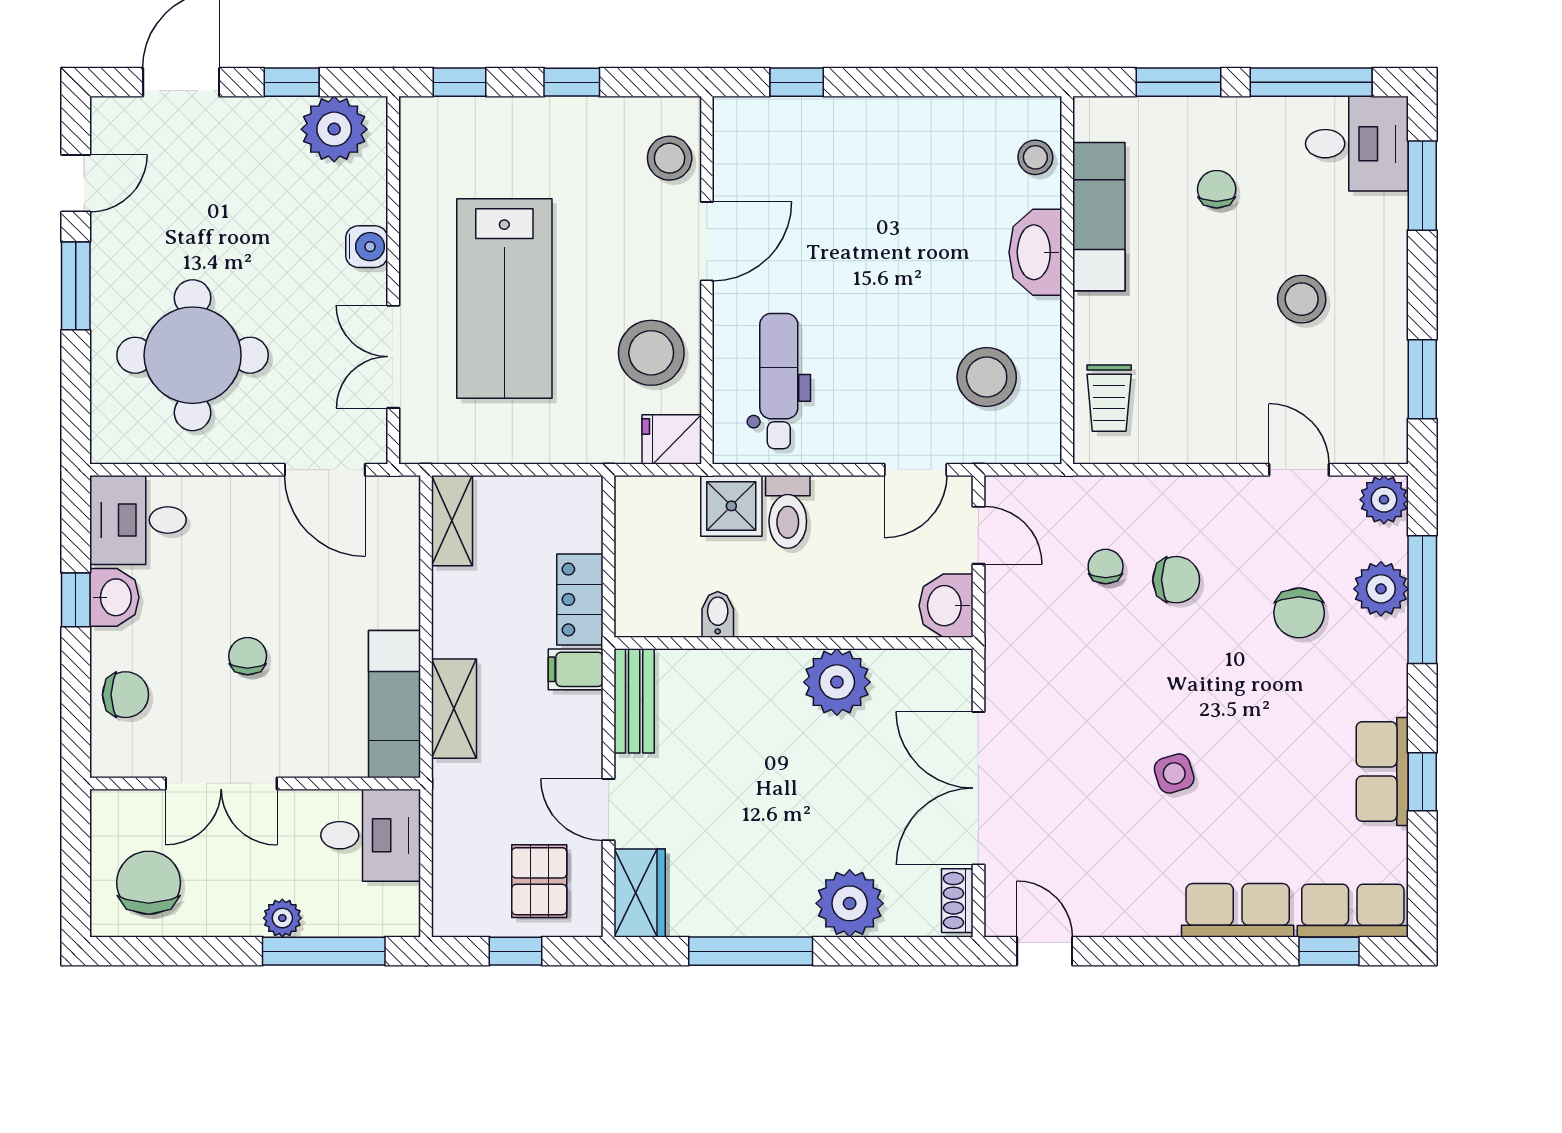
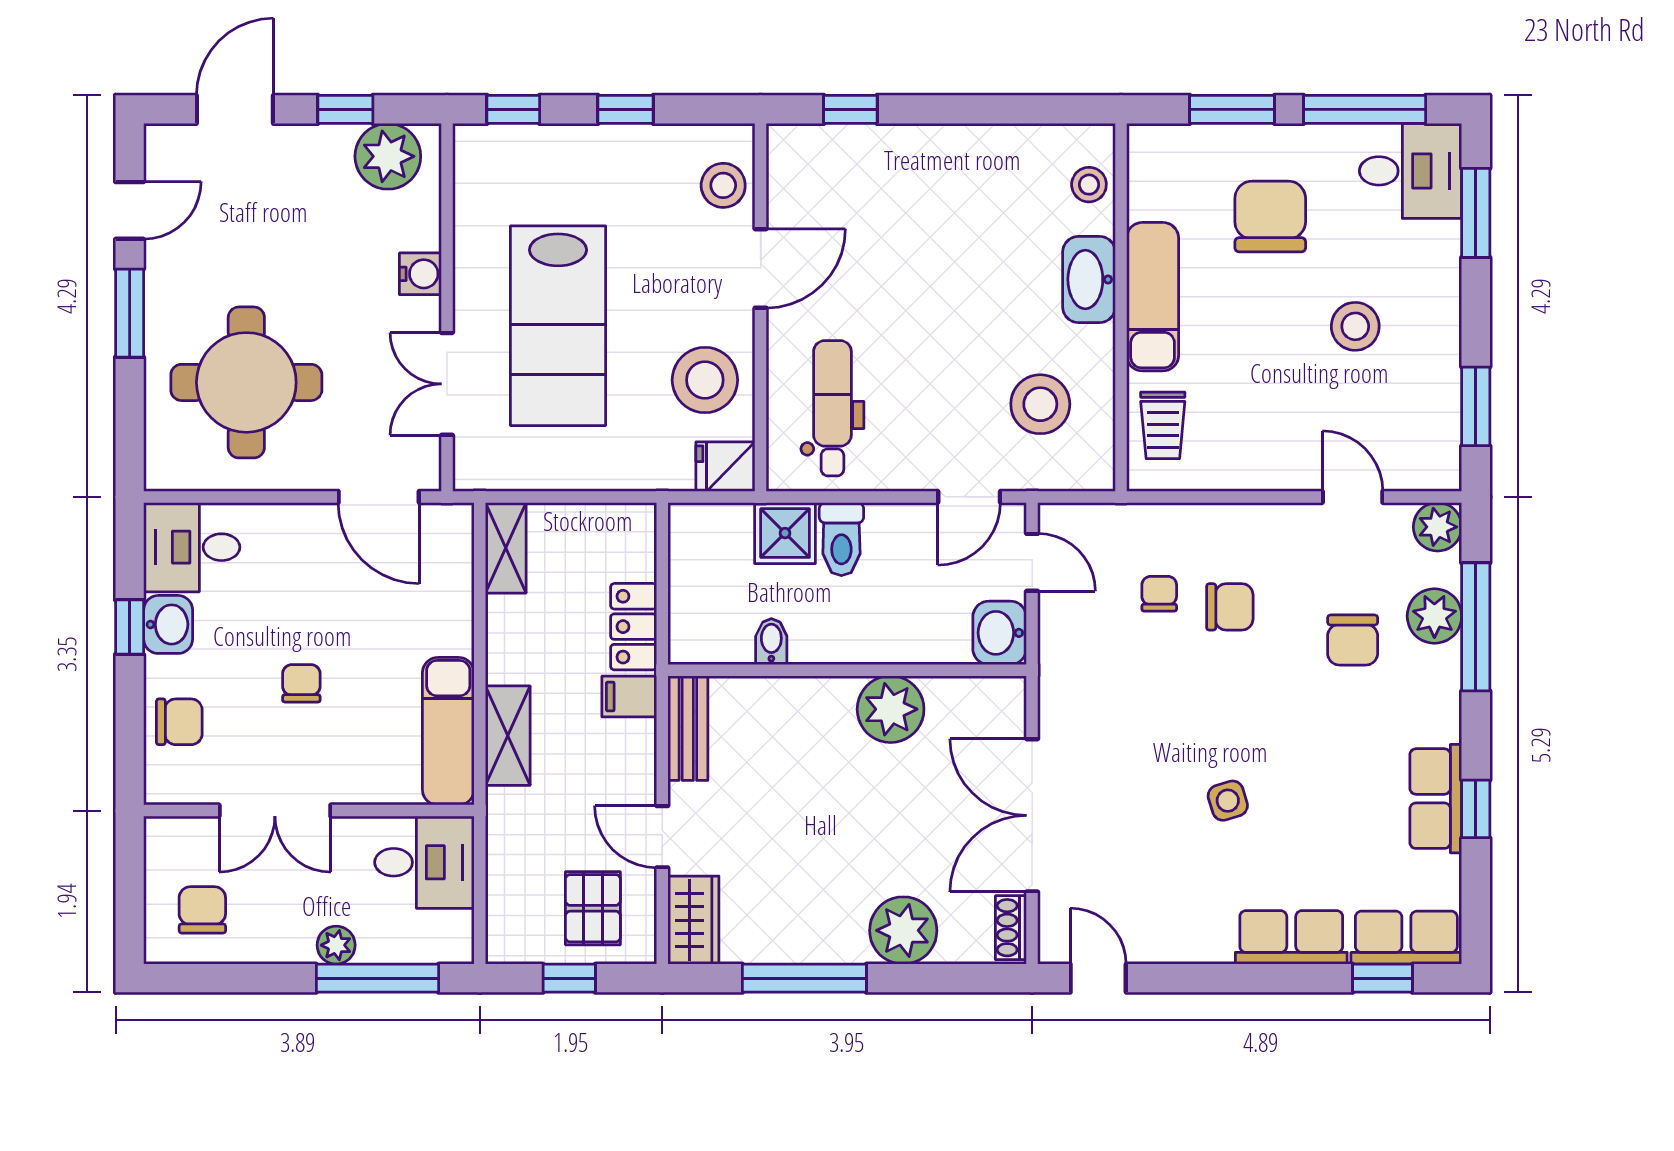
chair: (1217, 189) -> (1270, 216), width x1.87, depth x1.87
exam couch: (1099, 217) -> (1153, 297), moved
chair: (149, 883) -> (202, 910), width x0.73, depth x0.73

